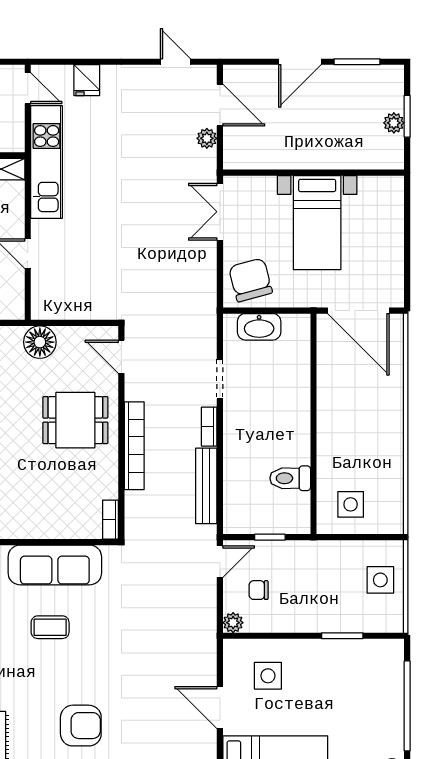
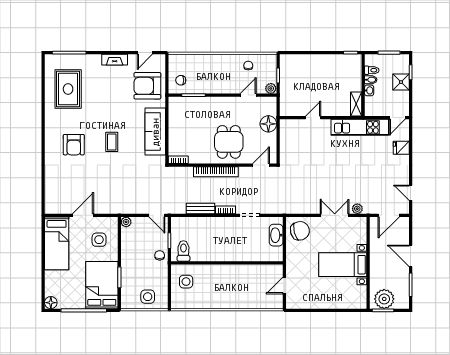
door: (176, 62) -> (411, 193), swing flipped
plant: (394, 123) -> (384, 299), width x1.88, depth x1.88
plant: (207, 138) -> (357, 209), moved
wall: (313, 173) -> (368, 263), moved
bed with nightstands: (317, 223) -> (343, 265), moved
door: (358, 311) -> (284, 285), width x0.53
toilet: (290, 478) -> (183, 251), moved
bench: (206, 486) -> (201, 208), width x0.73
chair: (259, 590) -> (160, 255), moved
coffee table: (50, 627) -> (112, 142), moved
bed: (357, 670) -> (102, 285), added

